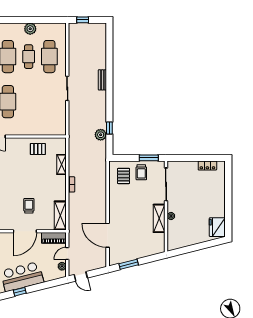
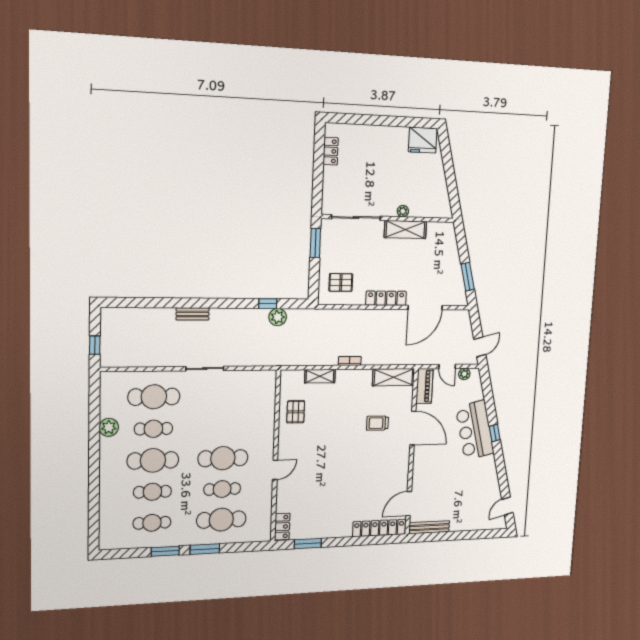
trolley: (141, 172) -> (337, 255), removed
locker: (114, 207) -> (386, 298), added

